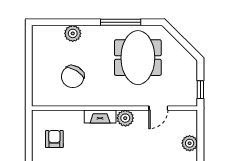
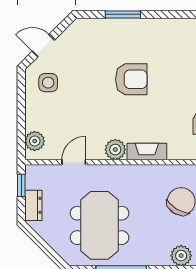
dresser: (191, 74) -> (33, 205), added
plant: (190, 143) -> (35, 141), moved

